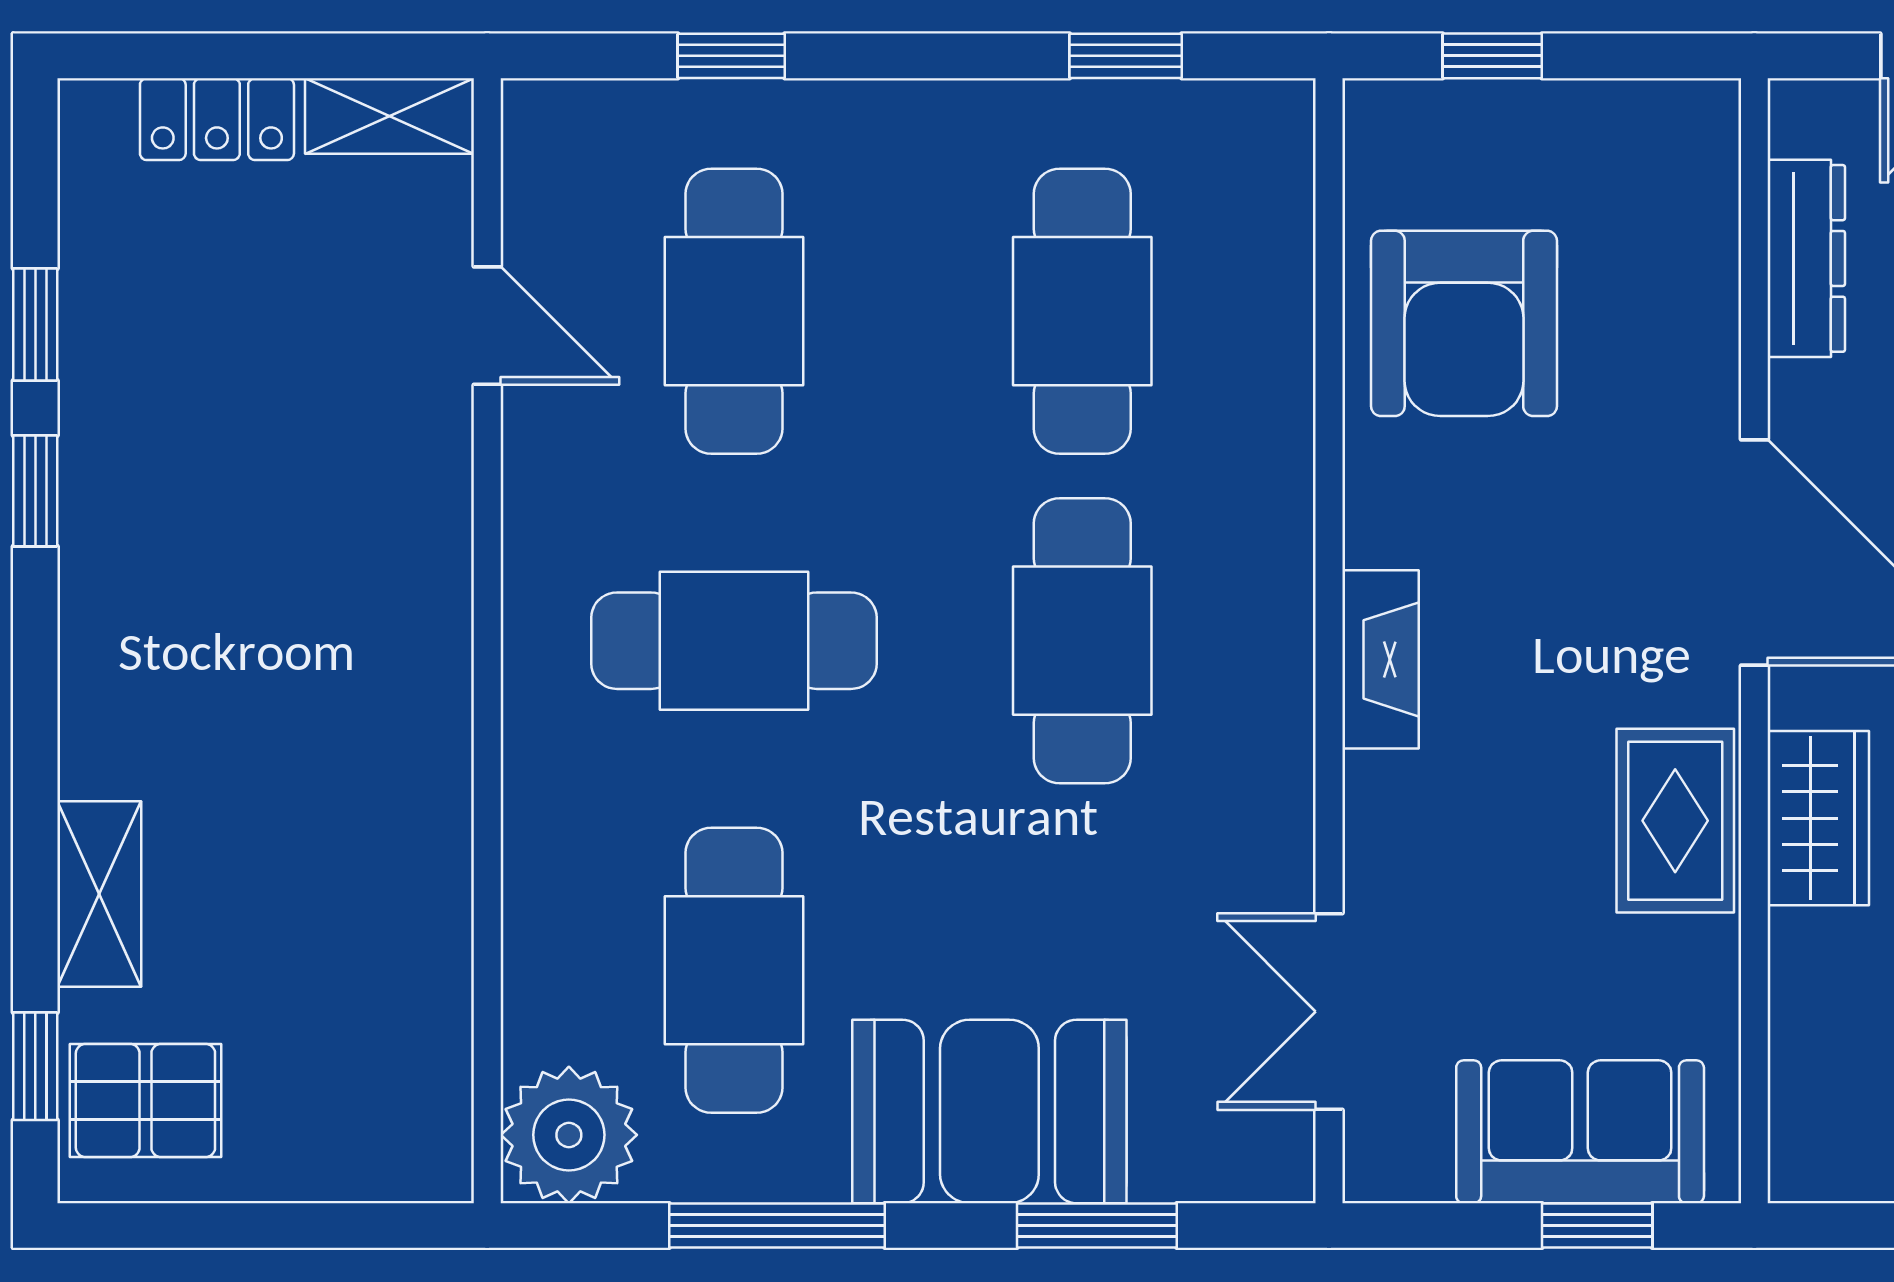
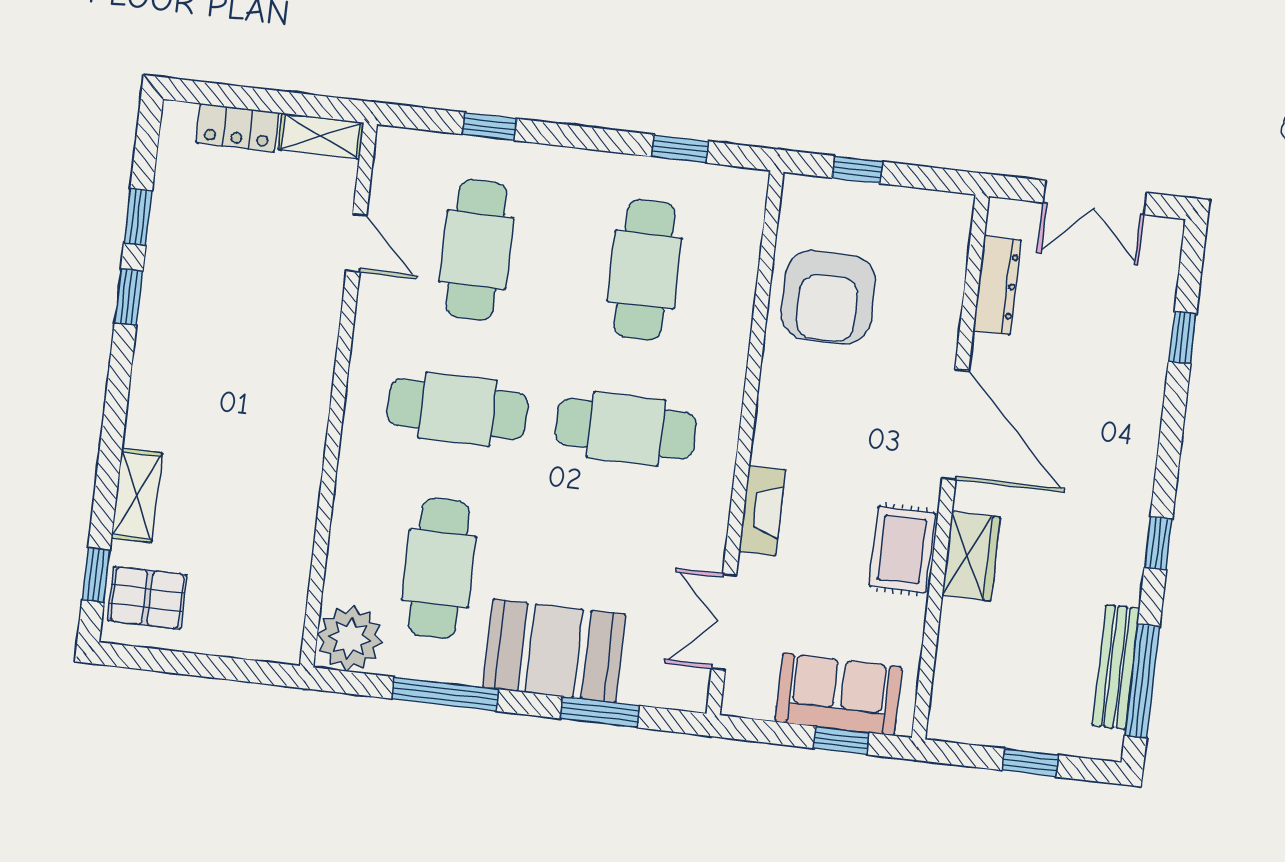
cafe table: (1082, 641) -> (626, 429), turned 90
fireplace: (1380, 659) -> (762, 511), moved

